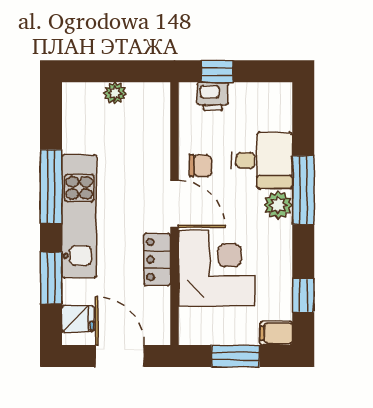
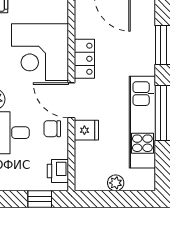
printer: (213, 96) -> (58, 171), moved, turned -90
kitchen unit: (79, 216) -> (142, 122), moved
fridge: (78, 319) -> (86, 130), moved, turned 180

